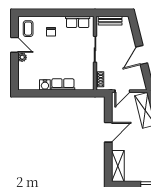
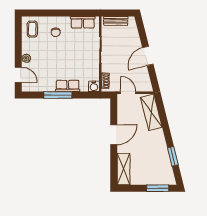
door: (14, 45) -> (18, 75), moved
water cooler: (45, 85) -> (94, 86), moved
door: (122, 91) -> (128, 93), swing flipped
window: (53, 93) -> (58, 95), added

